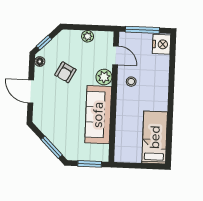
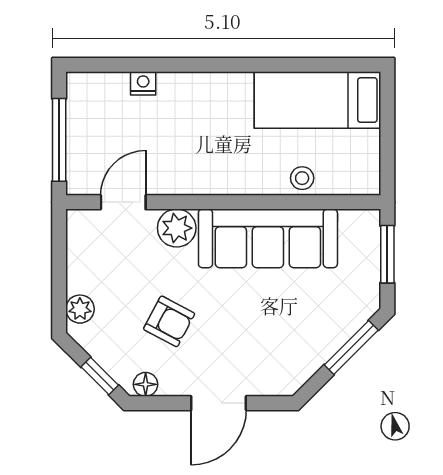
plant: (88, 36) -> (80, 309), moved
nightstand: (161, 44) -> (143, 83), moved, width x0.53, depth x0.56
stool: (131, 82) -> (302, 178), moved

